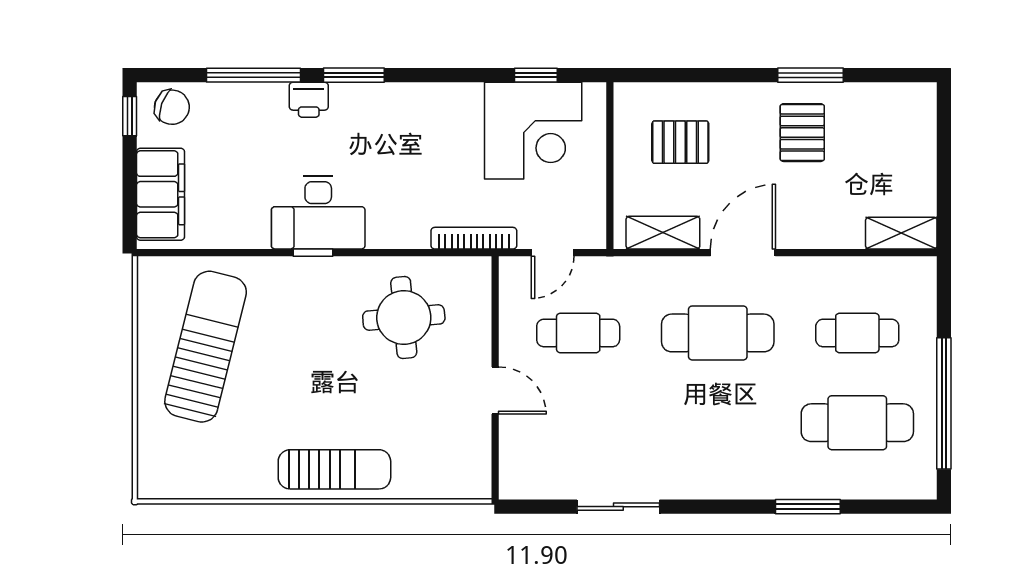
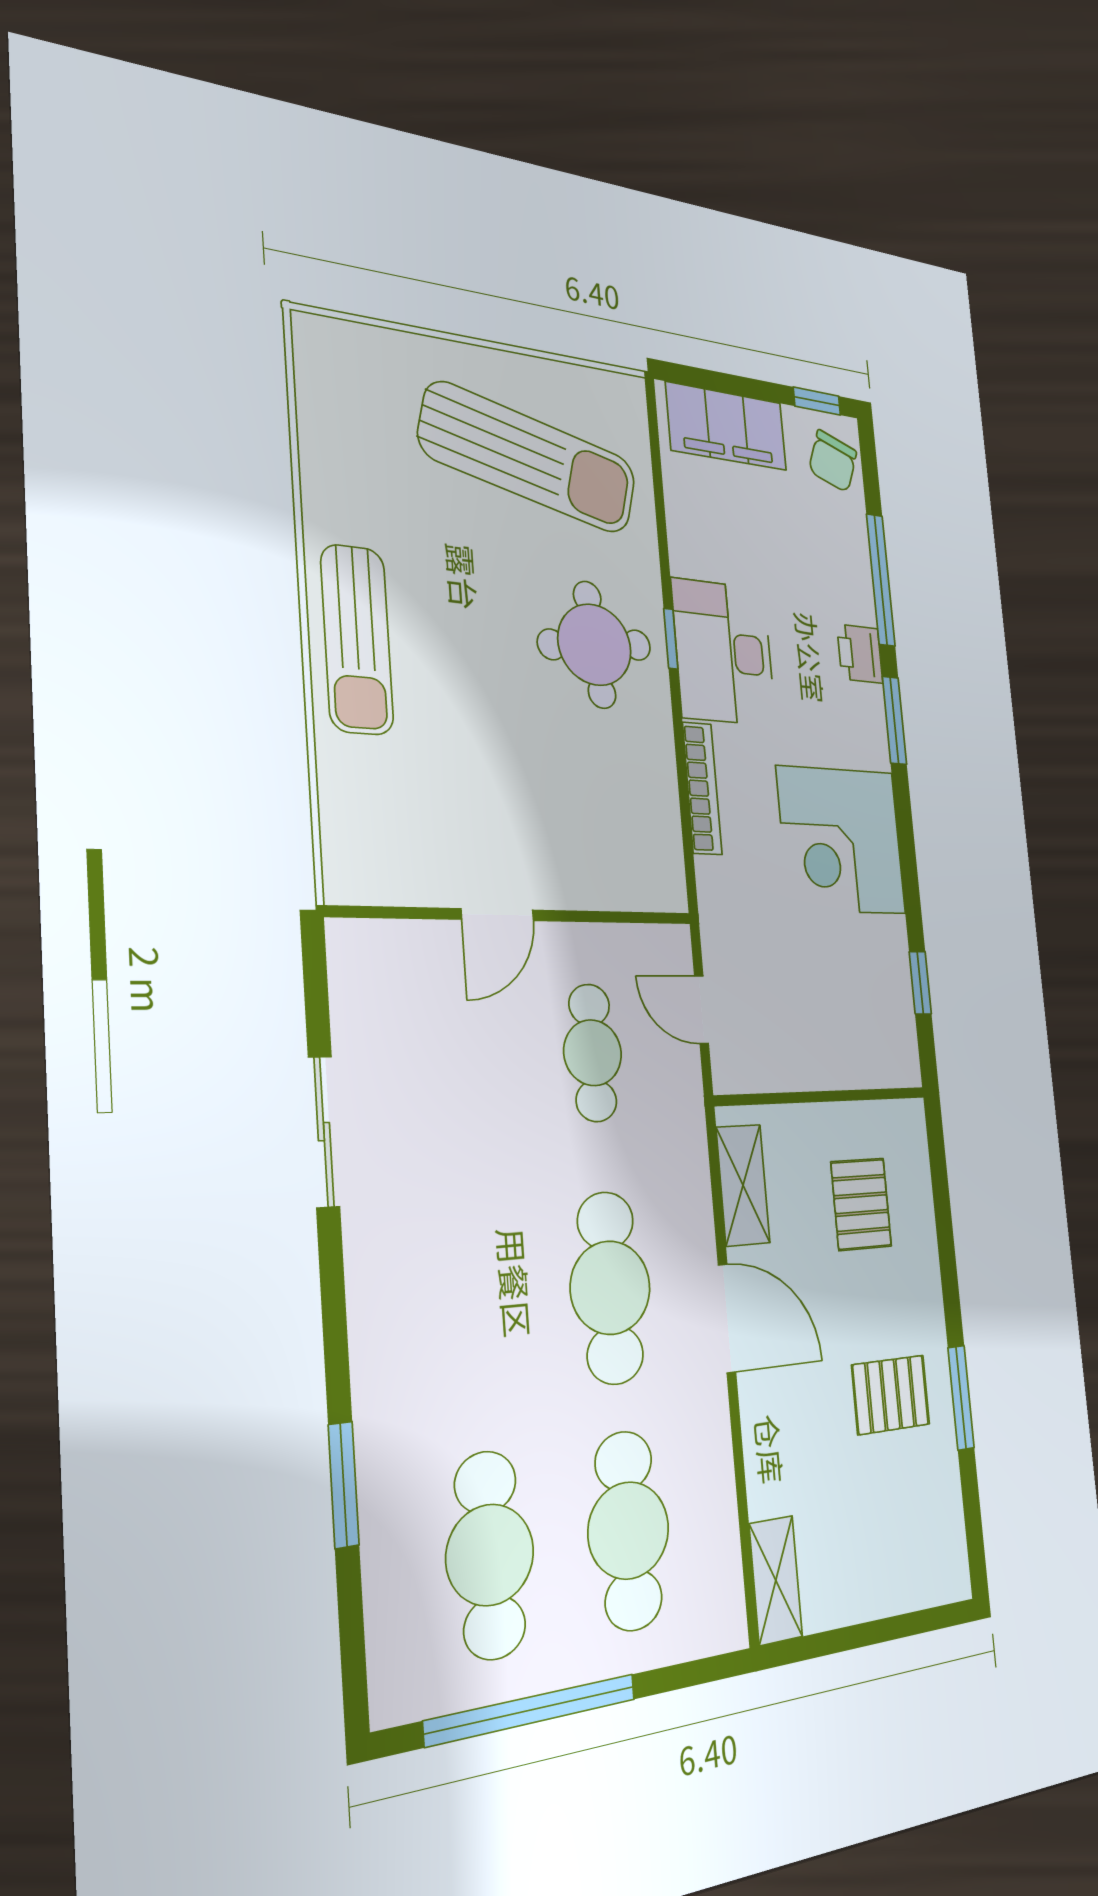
corner desk: (533, 131) -> (841, 840), moved
bookcase: (474, 238) -> (702, 788), moved
round table: (404, 317) -> (595, 645), moved
cafe table: (857, 333) -> (628, 1530), width x1.37, depth x1.35

